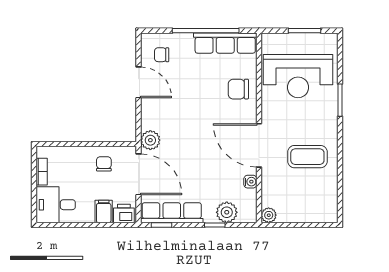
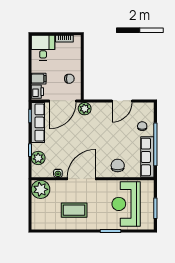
chair: (162, 55) -> (142, 126), moved
coffee table: (307, 157) -> (74, 210), turned 90
plant: (269, 215) -> (41, 189), width x1.87, depth x1.87

